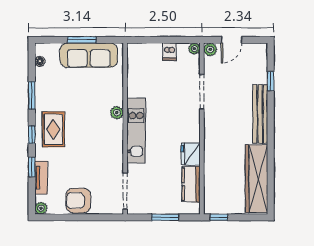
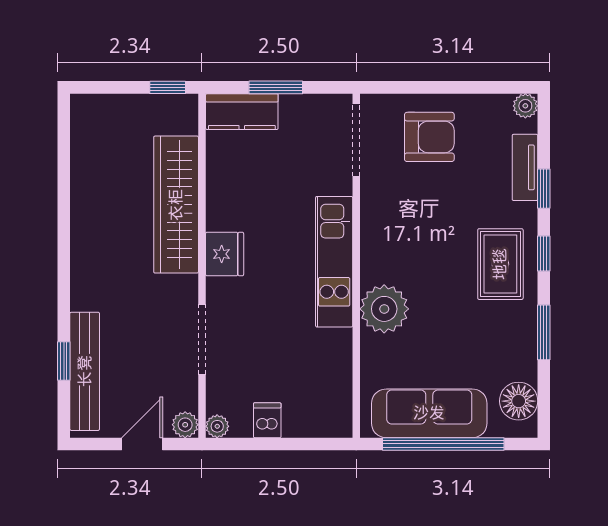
window: (82, 40) -> (443, 444), width x2.11
floor lamp: (40, 61) -> (519, 401), width x1.89, depth x1.89
plant: (117, 113) -> (384, 309), width x1.88, depth x1.88
bench: (260, 114) -> (85, 371), moved
fridge: (191, 154) -> (225, 254), moved
wardrobe: (257, 179) -> (176, 205), moved, turned 180
kitchen counter: (191, 184) -> (242, 112), moved, turned 90
armchair: (78, 201) -> (429, 137), moved

